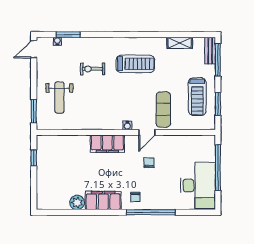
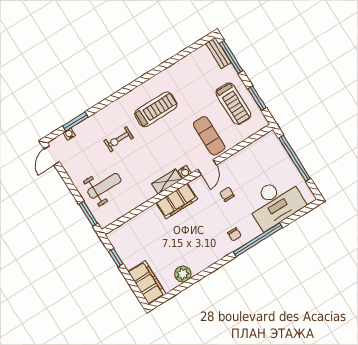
shelving: (180, 43) -> (167, 181), moved
weight bench: (59, 98) -> (104, 186), turned -90
desk: (198, 185) -> (275, 203), moved, turned 90
filing cabinet: (103, 200) -> (147, 283), moved, turned 90

